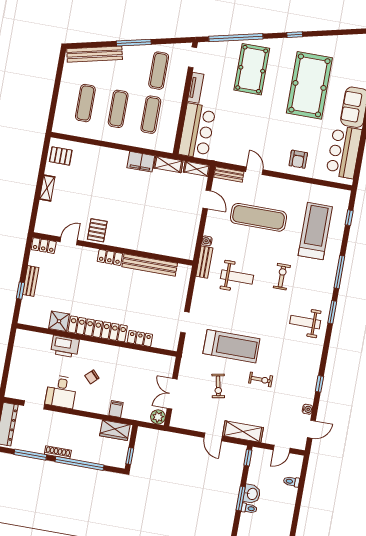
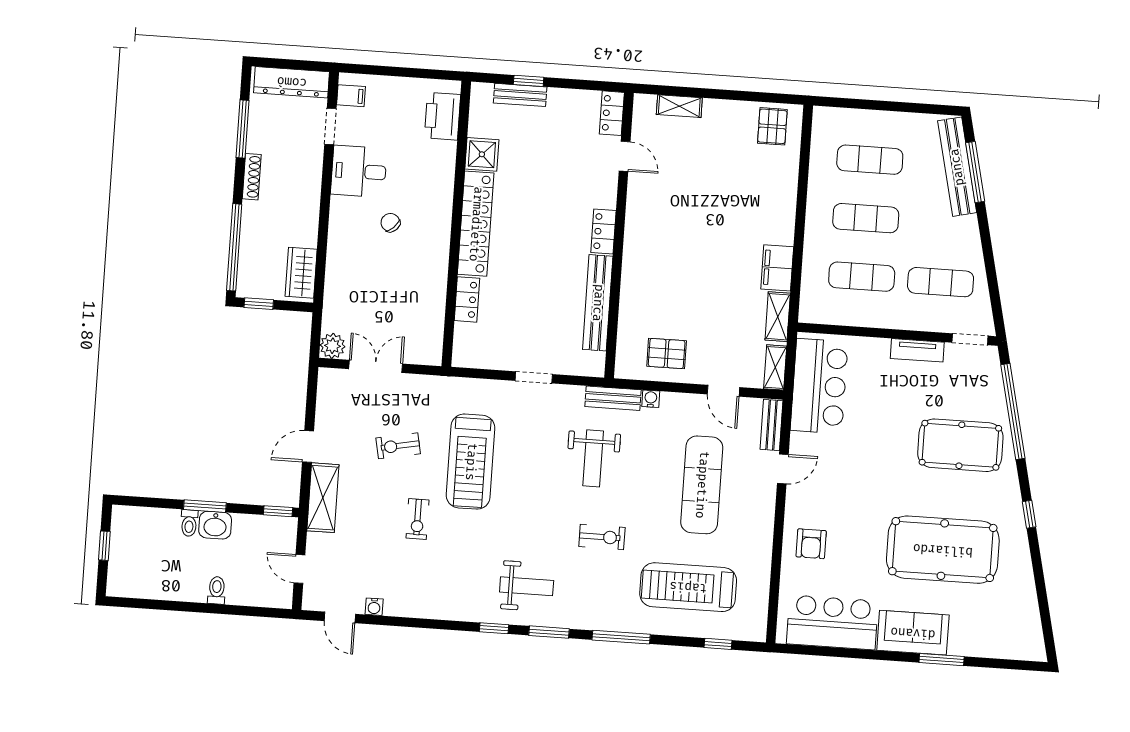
window: (134, 43) -> (975, 172), moved
bar counter: (197, 131) -> (819, 386), moved, turned -90
armchair: (298, 159) -> (811, 544), turned -90
shelving: (47, 188) -> (679, 106), moved
door: (207, 199) -> (723, 391), hinge flipped
pallet: (97, 230) -> (667, 354), moved
treadmill: (315, 231) -> (688, 587), turned 180
bench: (31, 281) -> (520, 95), moved
doorway: (185, 322) -> (534, 377), moved
weight bench: (305, 322) -> (527, 586), turned 90
printer: (65, 346) -> (443, 116), moved
window: (319, 384) -> (494, 628), moved
filing cabinet: (116, 409) -> (351, 96), moved
window: (79, 463) -> (234, 247), moved
toilet: (291, 482) -> (217, 590), moved

